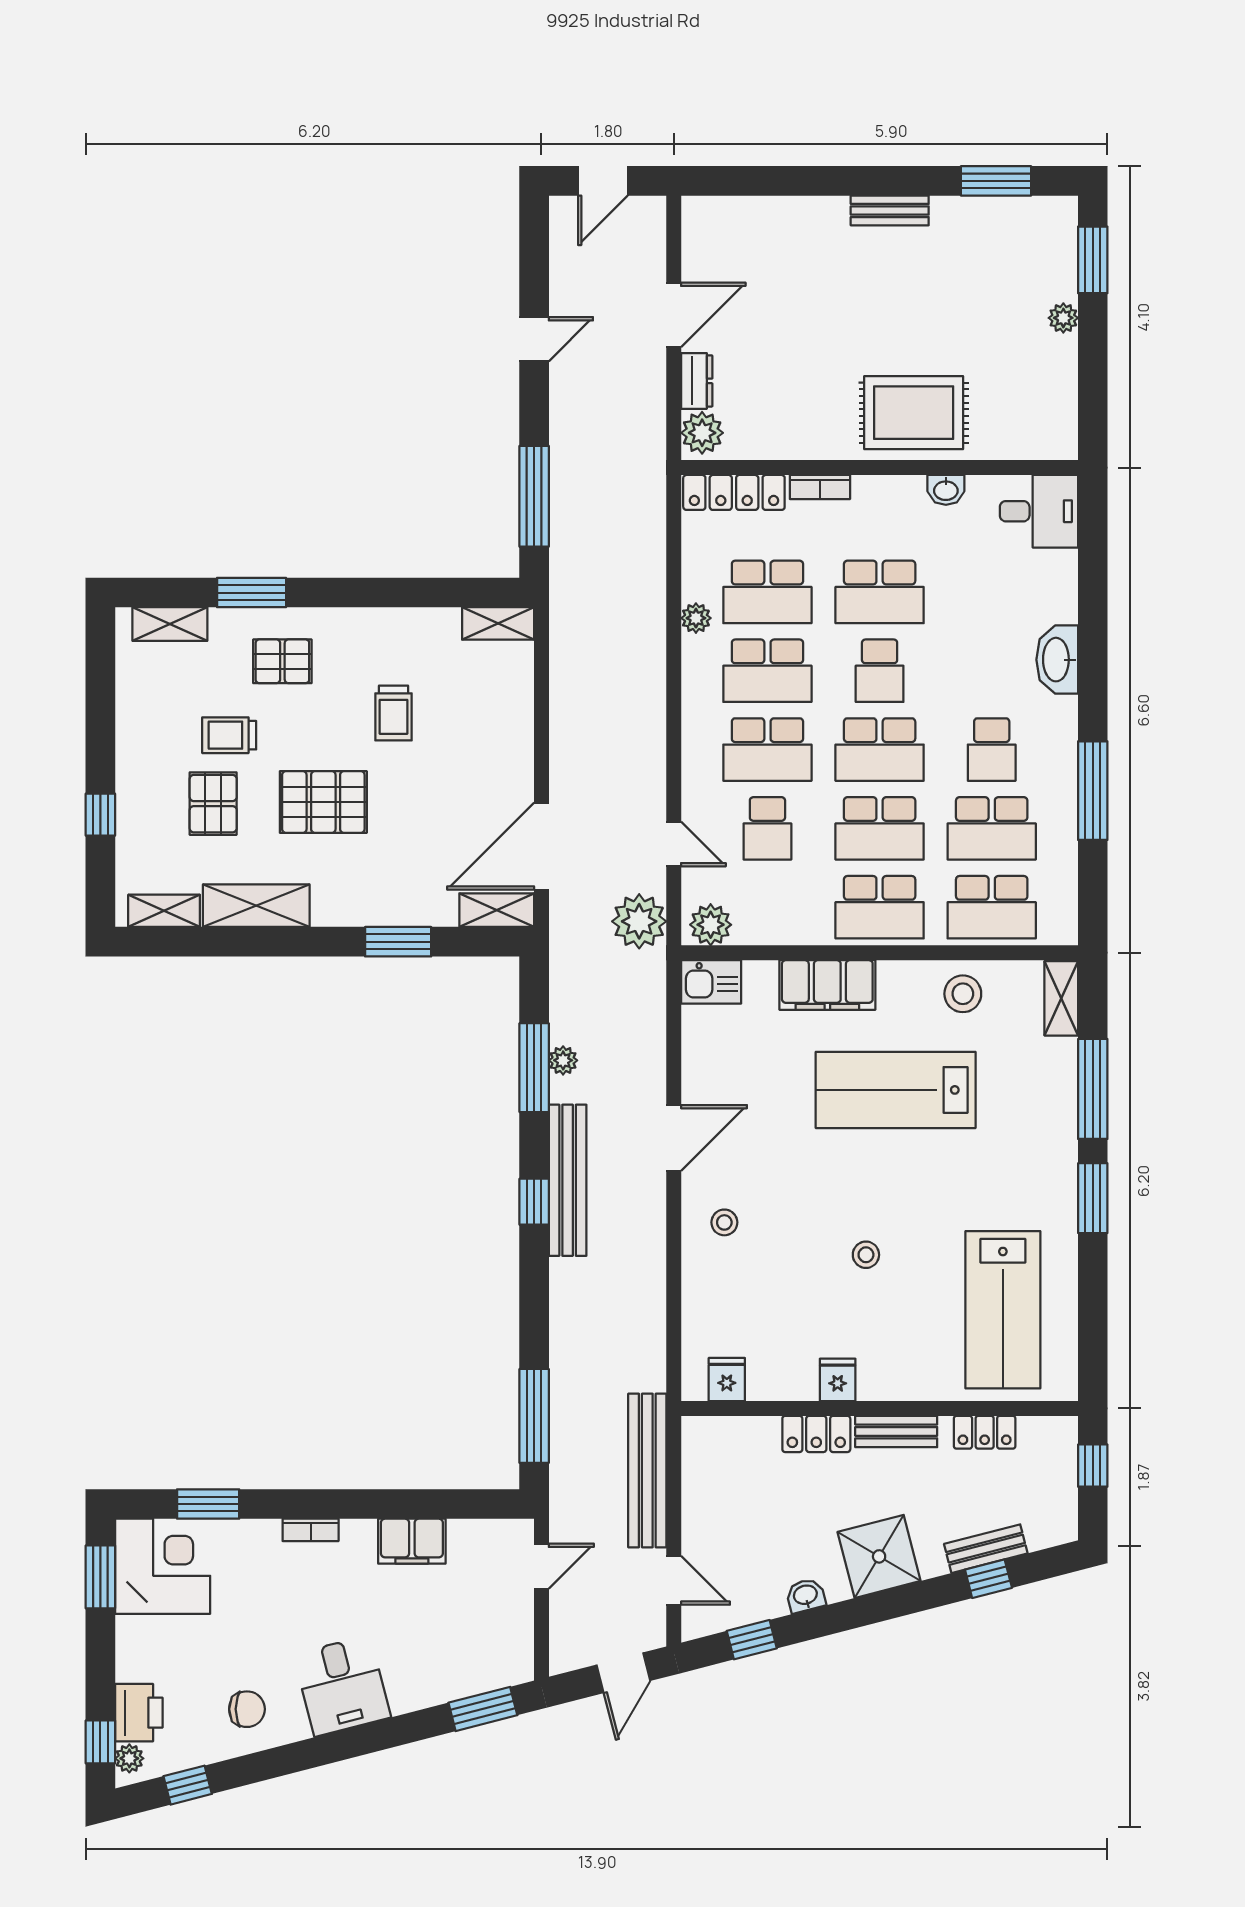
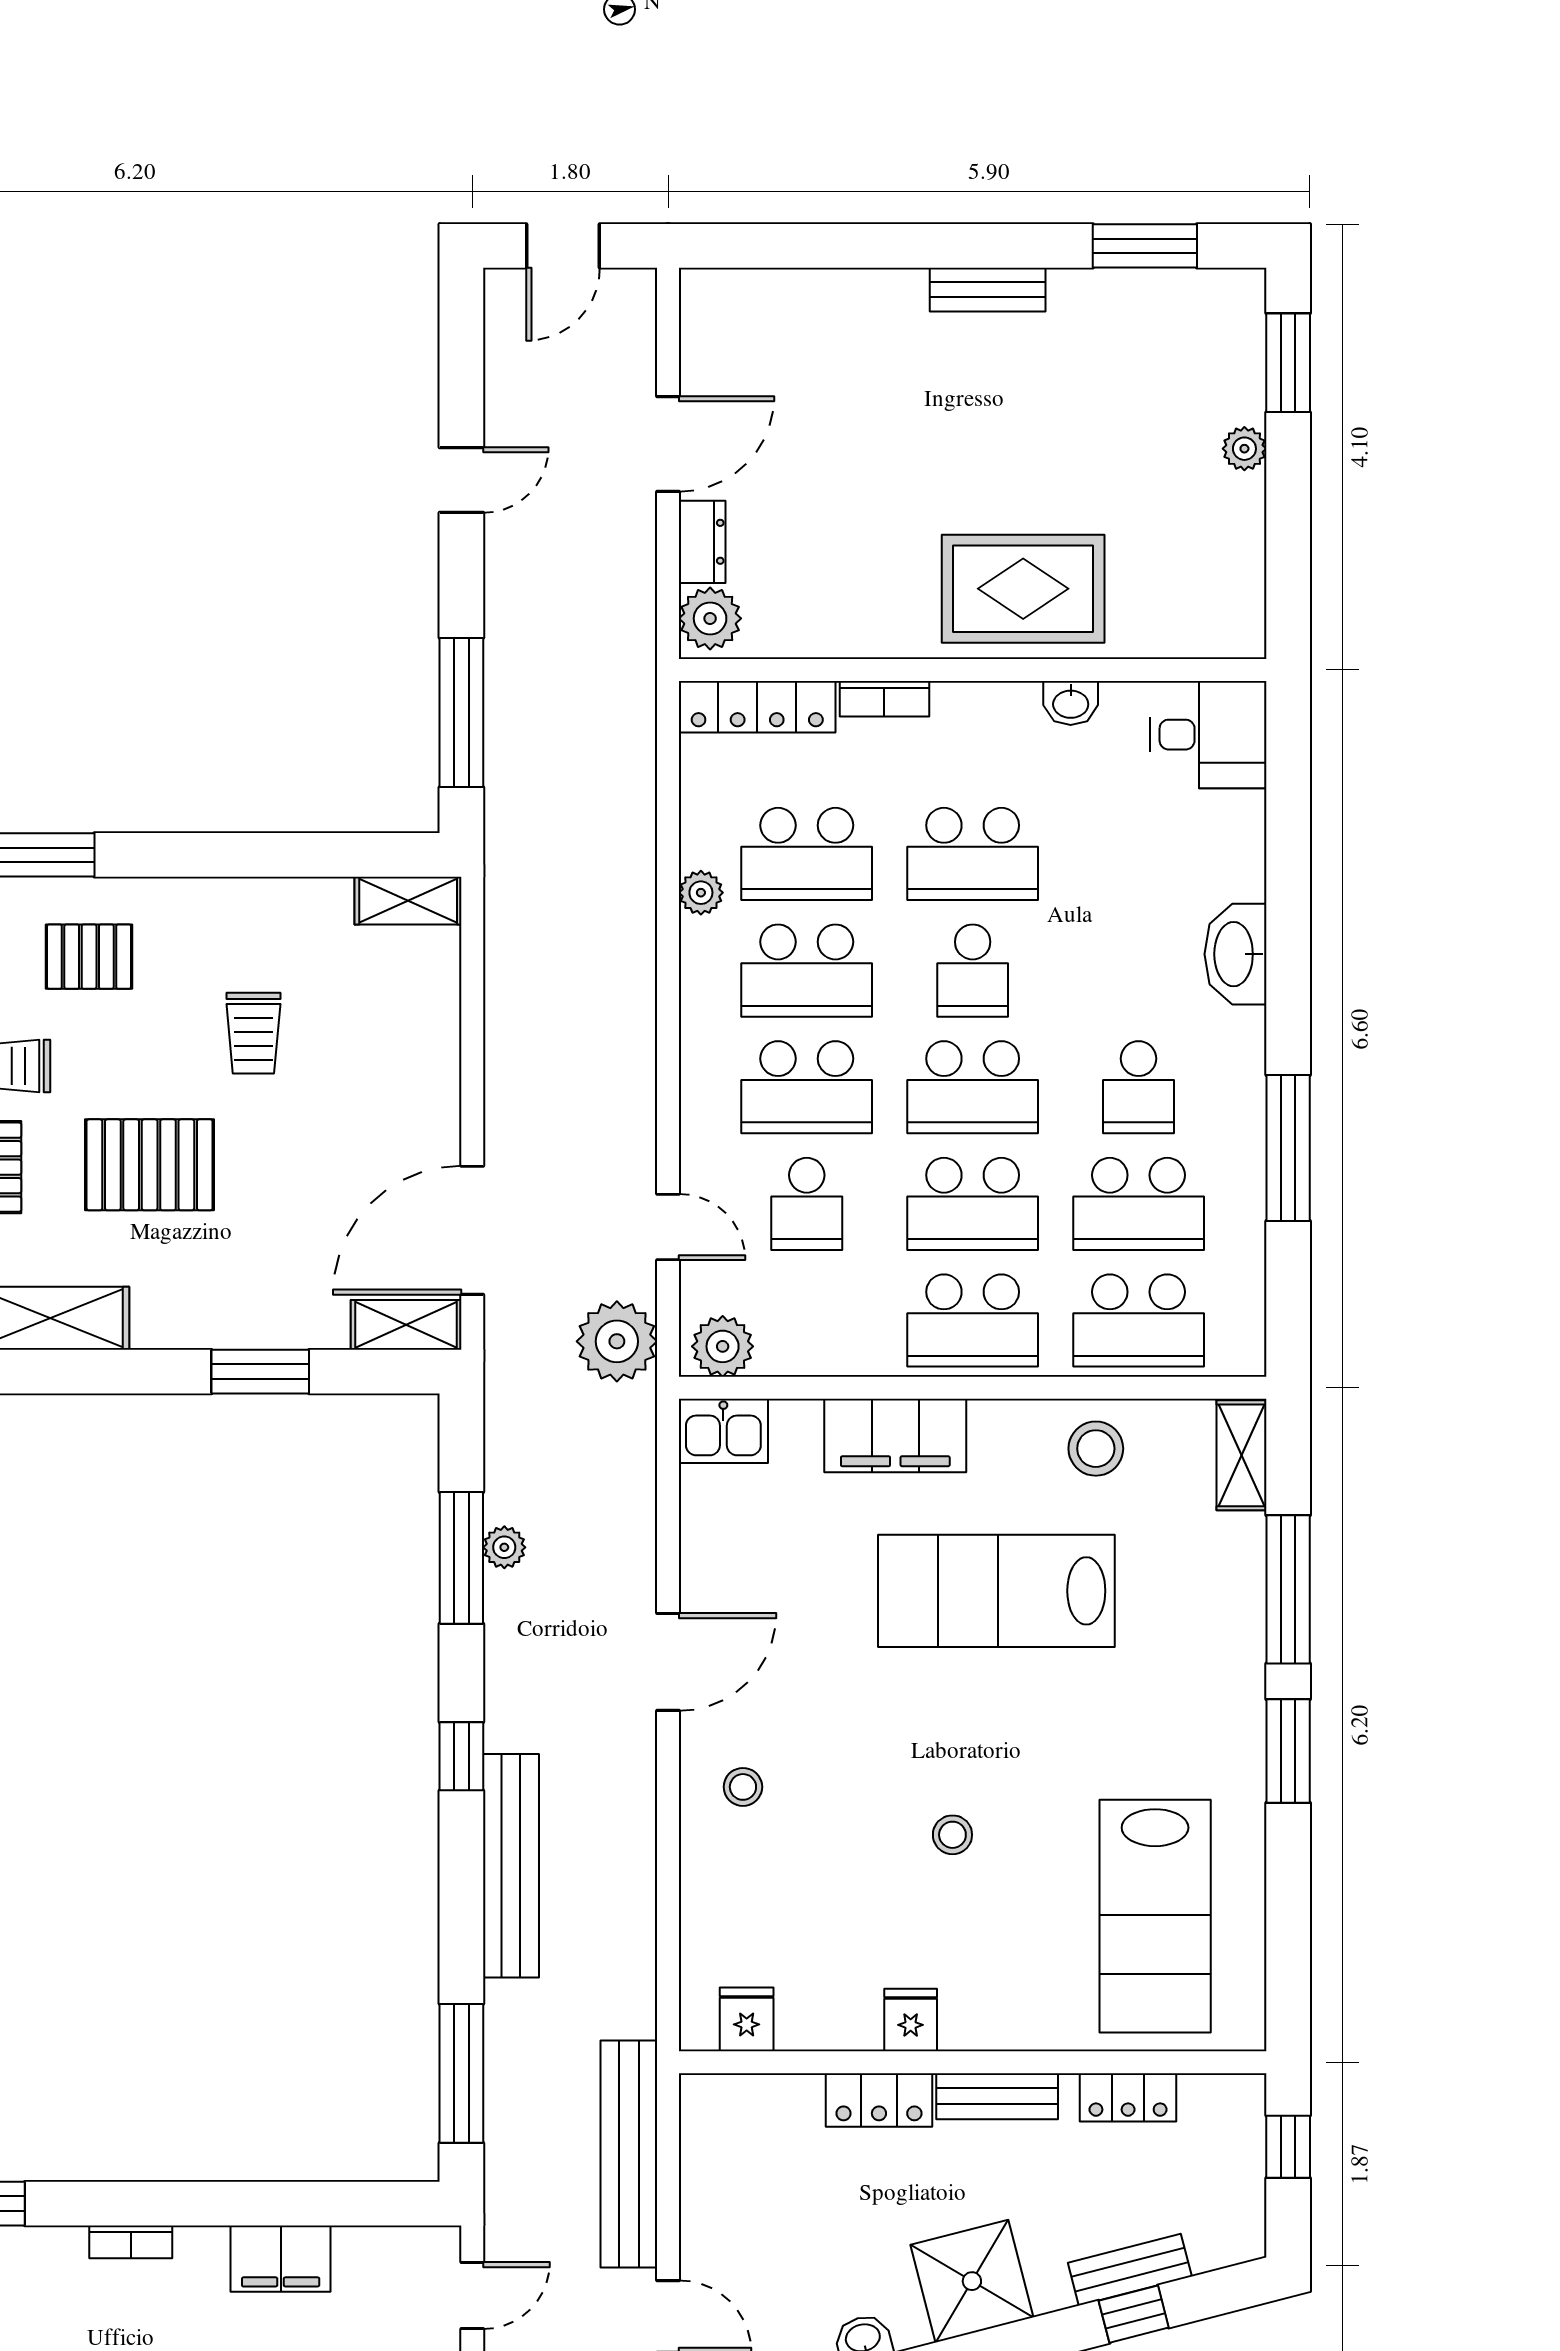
bench: (568, 1180) -> (511, 1866), moved

